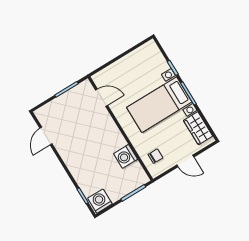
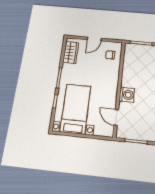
bed with nightstands: (159, 105) -> (76, 109), moved, turned -90
washing machine: (126, 156) -> (127, 95), moved
door: (185, 161) -> (94, 39), swing flipped

